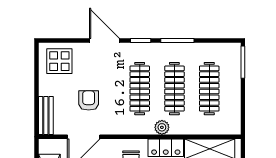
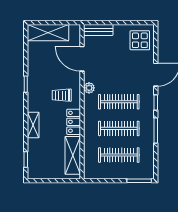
armchair: (89, 100) -> (110, 63), removed
plant: (162, 127) -> (89, 88), moved

